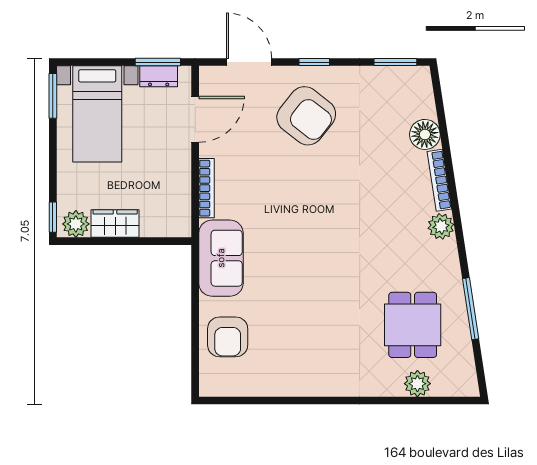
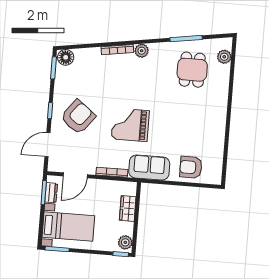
door: (195, 119) -> (75, 175), swing flipped
floor lamp: (425, 134) -> (66, 57), moved
grand piano: (299, 216) -> (130, 125), added
wardrobe: (115, 224) -> (128, 209), moved
dining table: (413, 325) -> (192, 70), turned 90
armchair: (228, 337) -> (191, 167), turned 180
plant: (417, 384) -> (224, 57), moved

